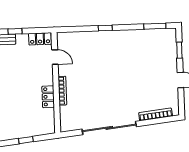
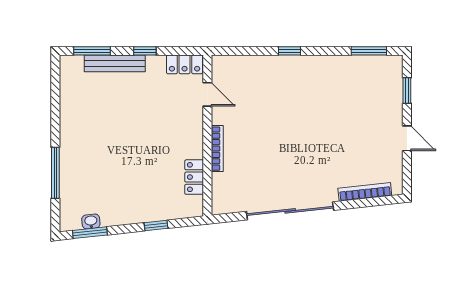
locker: (48, 97) -> (194, 177), moved

